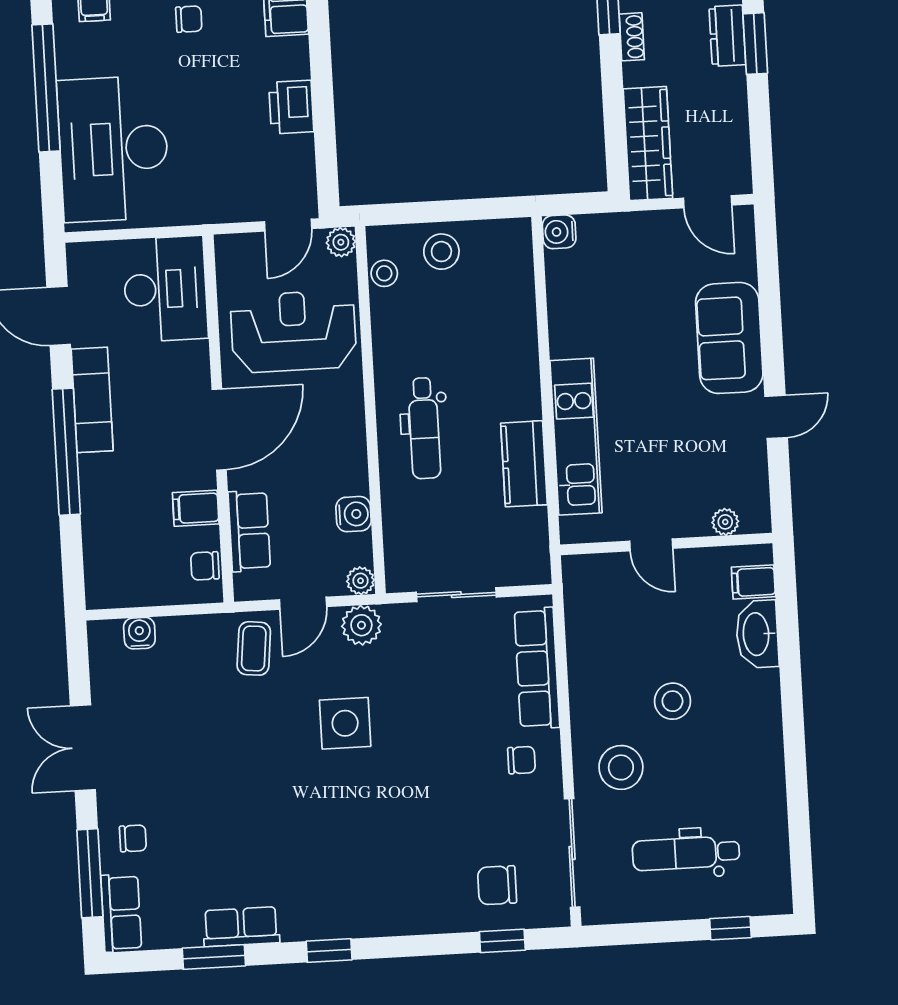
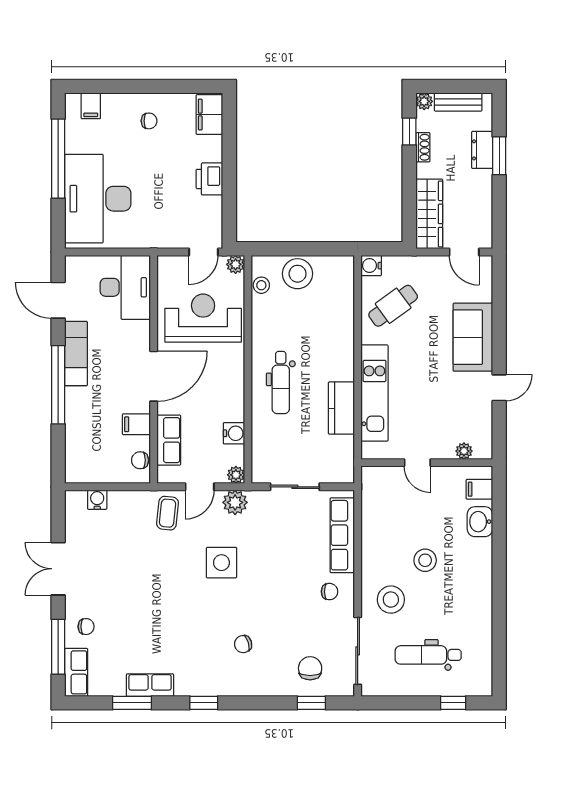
stool: (441, 252) -> (298, 274), width x1.38, depth x1.38
cafe table: (598, 295) -> (393, 306), added
washbasin: (757, 634) -> (480, 522), width x0.72
chair: (387, 852) -> (243, 644), added
chair: (497, 885) -> (310, 668), turned 90

